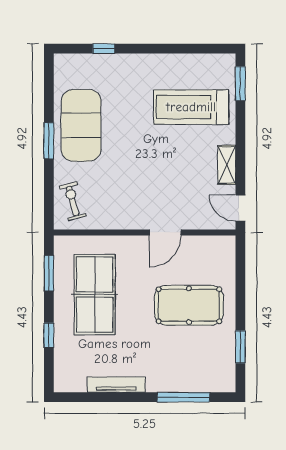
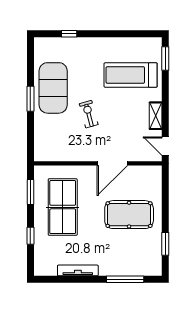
exercise bike: (73, 201) -> (89, 114), moved
door: (165, 232) -> (112, 163), width x1.36

